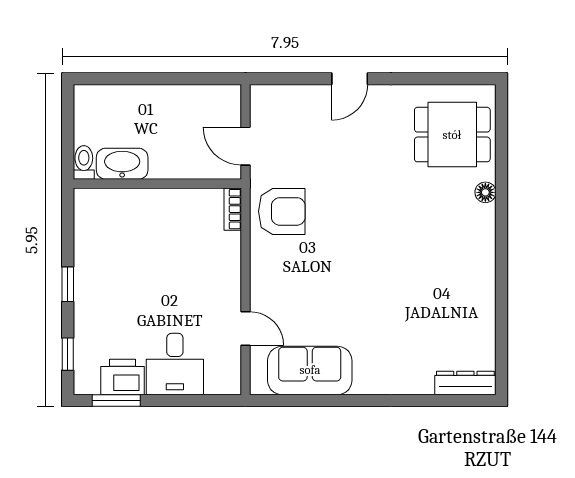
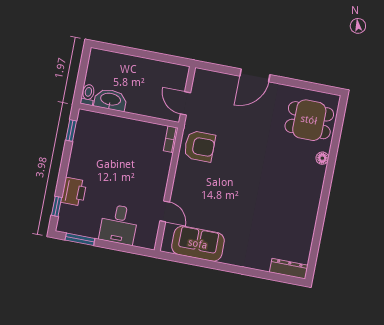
door: (350, 79) -> (255, 75), width x1.38
window: (68, 284) -> (71, 131), moved
printer: (123, 377) -> (74, 192), moved, turned 90

